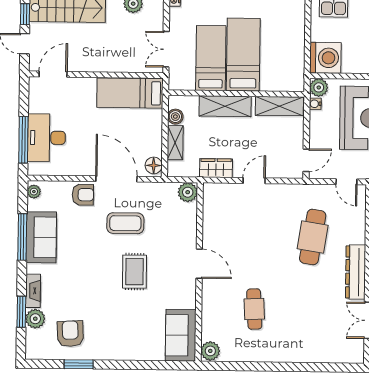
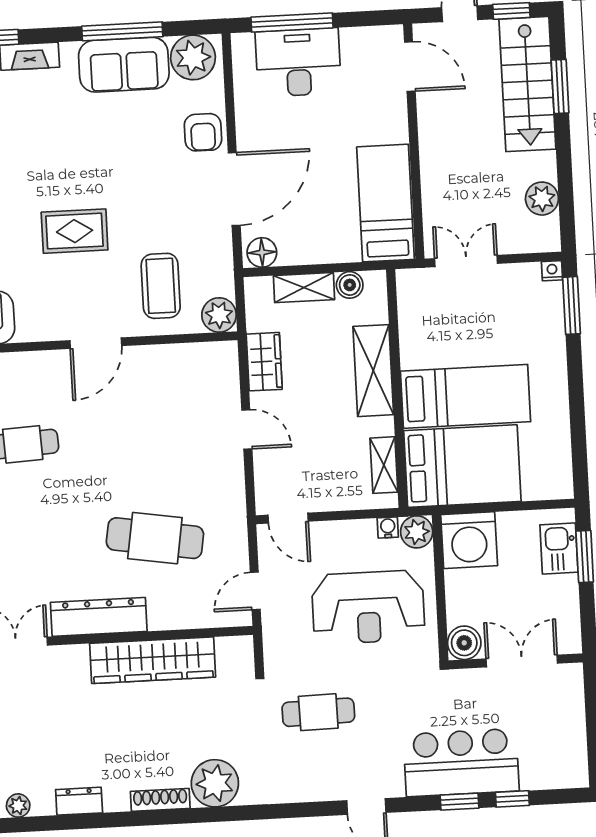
bed: (211, 58) -> (462, 466), moved, width x1.50
shelving: (279, 106) -> (384, 465), width x0.67, depth x0.75
plant: (34, 192) -> (193, 57), width x1.87, depth x1.87
coffee table: (125, 223) -> (161, 286), moved

